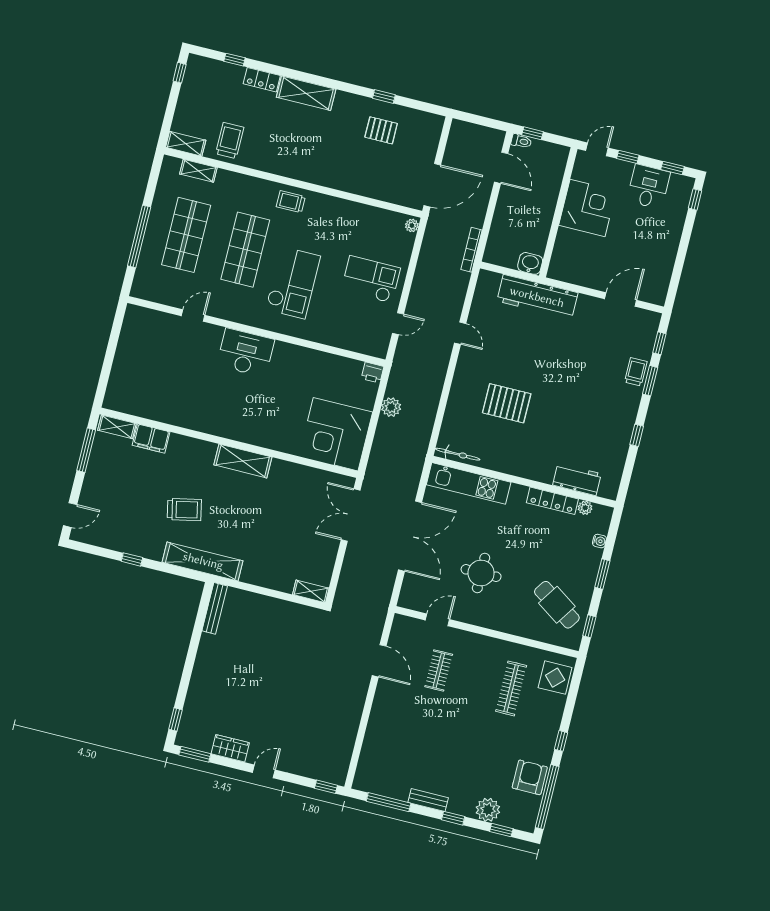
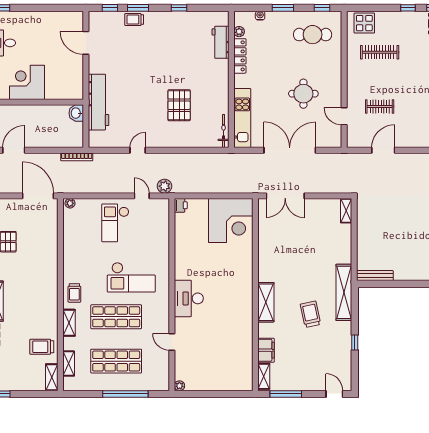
shelving: (253, 185) -> (69, 323), added
checkout: (293, 283) -> (131, 277), turned 180
plant: (132, 311) -> (179, 386), added
plant: (391, 407) -> (165, 186), moved
shelving: (243, 461) -> (266, 302), moved
cafe table: (557, 605) -> (313, 35), turned 56

